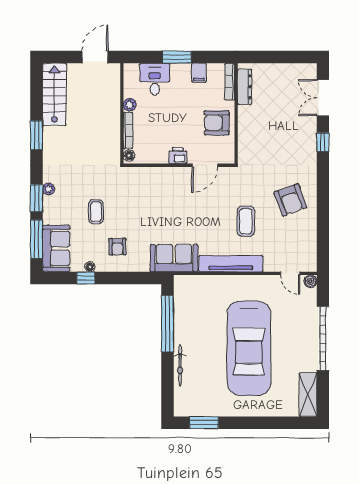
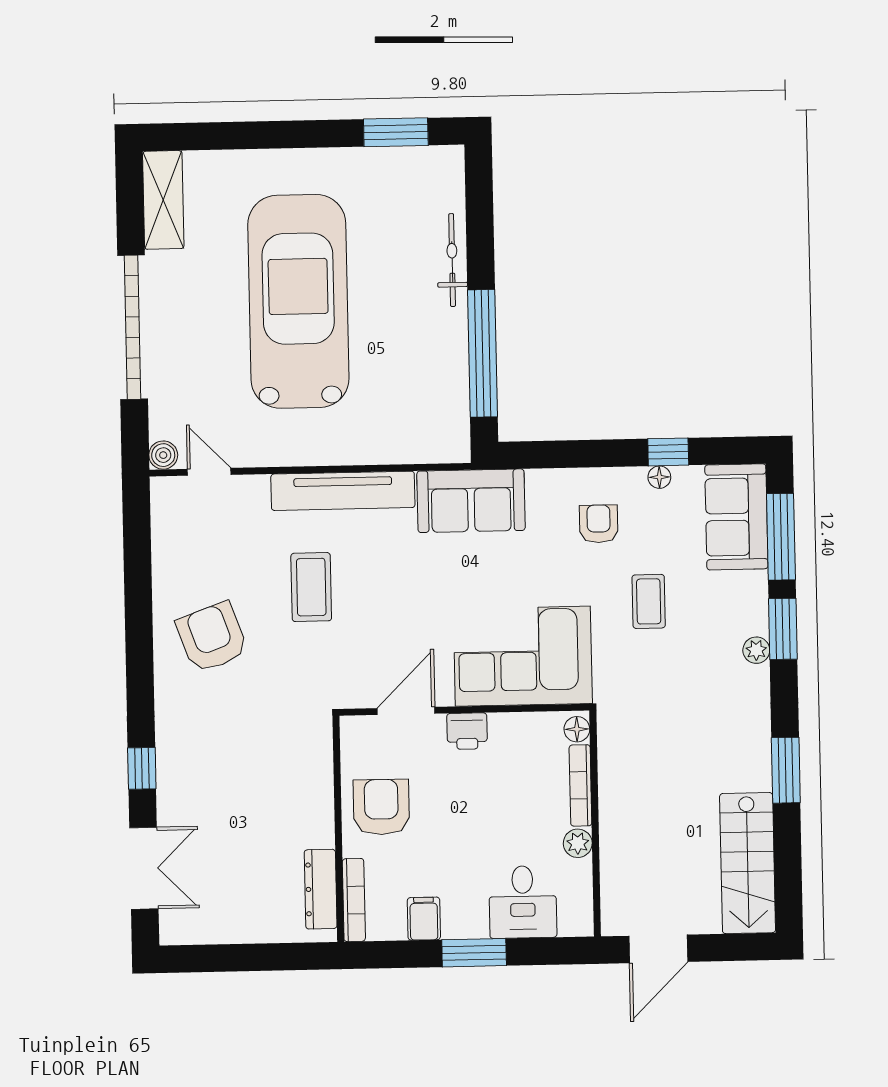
armchair: (217, 123) -> (381, 807), turned -90
corner sofa: (152, 188) -> (523, 656), added

